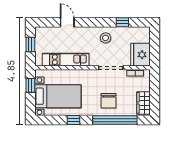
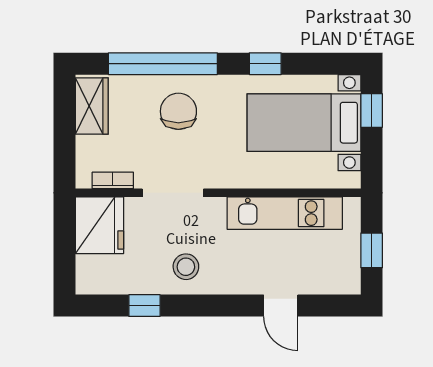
window: (30, 85) -> (372, 111), moved

